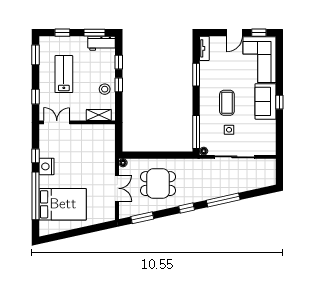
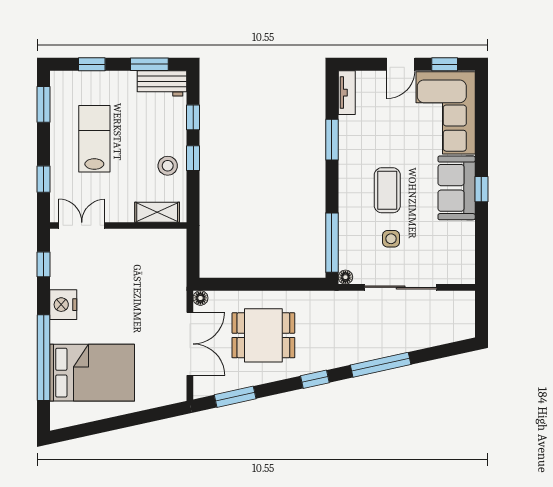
window: (36, 156) -> (44, 264), moved
double door: (117, 188) -> (190, 344), width x1.37

